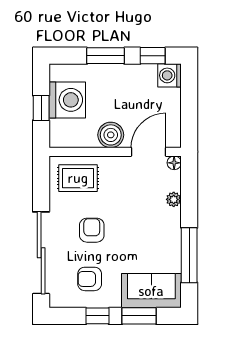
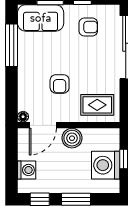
washing machine: (170, 75) -> (27, 170), moved
plant: (174, 199) -> (23, 88), removed
armchair: (92, 230) -> (60, 84), moved

